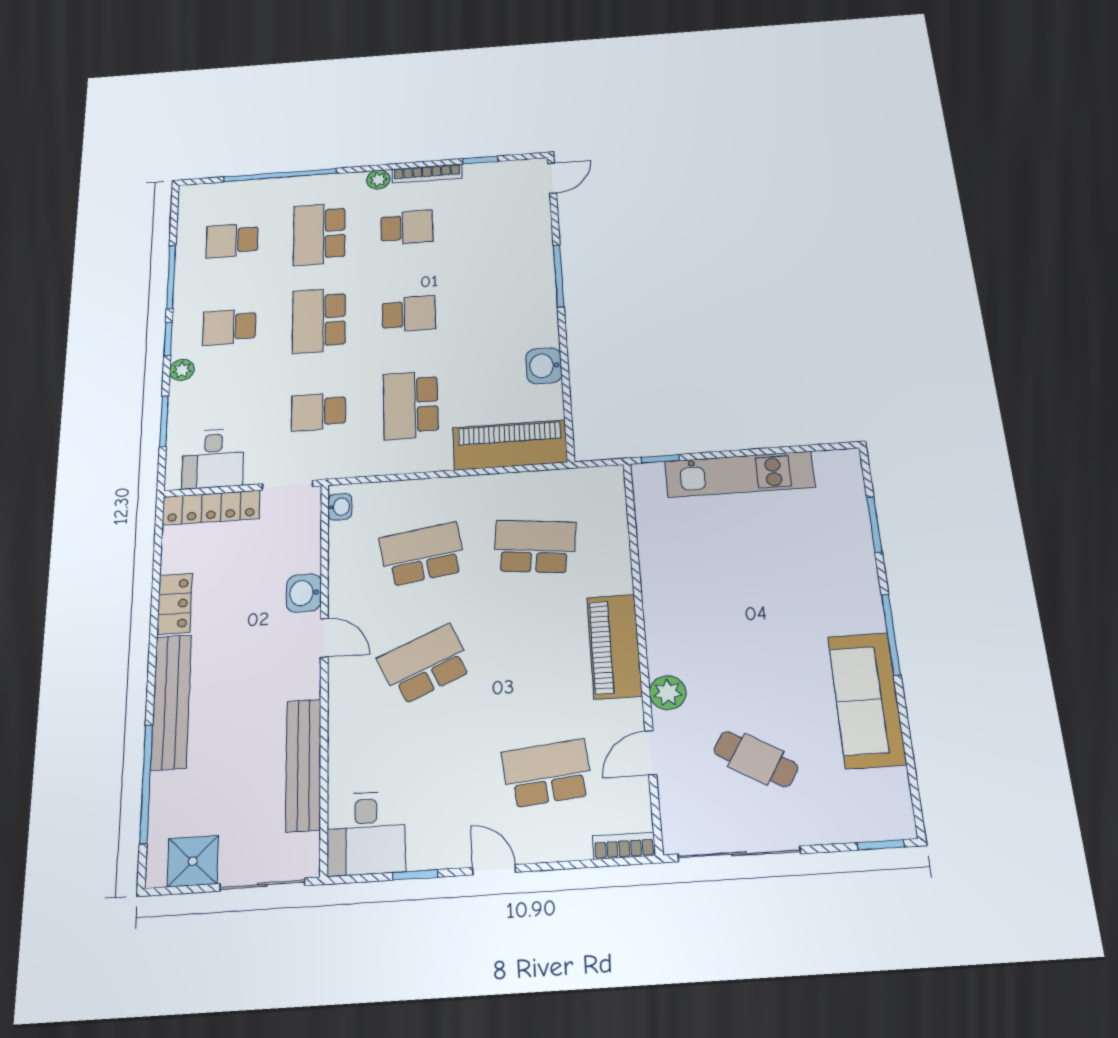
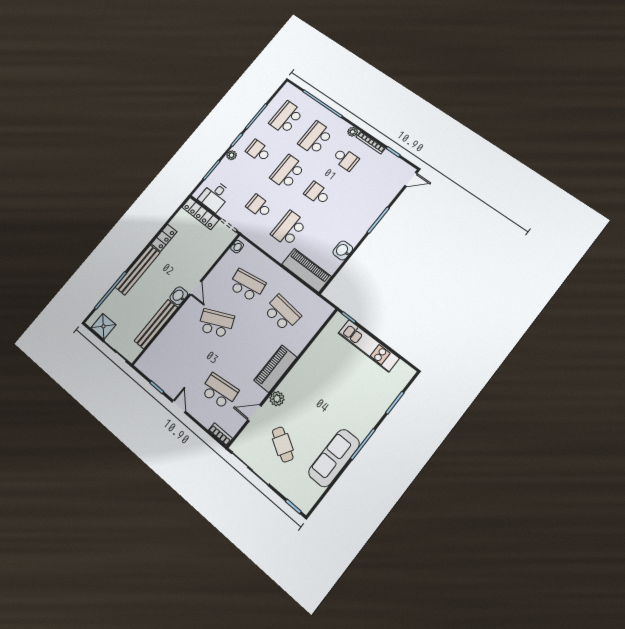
school desk: (232, 240) -> (286, 118), width x1.85
school desk: (409, 314) -> (317, 194), turned 180
washbasin: (304, 593) -> (179, 296), moved
desk: (366, 833) -> (155, 362), removed

